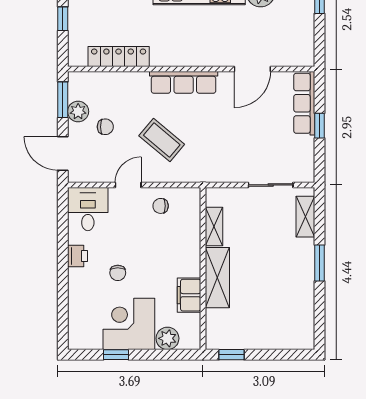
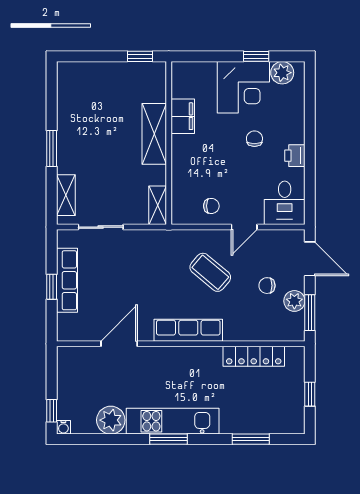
row of seats: (304, 103) -> (67, 280), moved
shelving: (214, 226) -> (158, 205), moved
plant: (167, 338) -> (282, 73), moved

